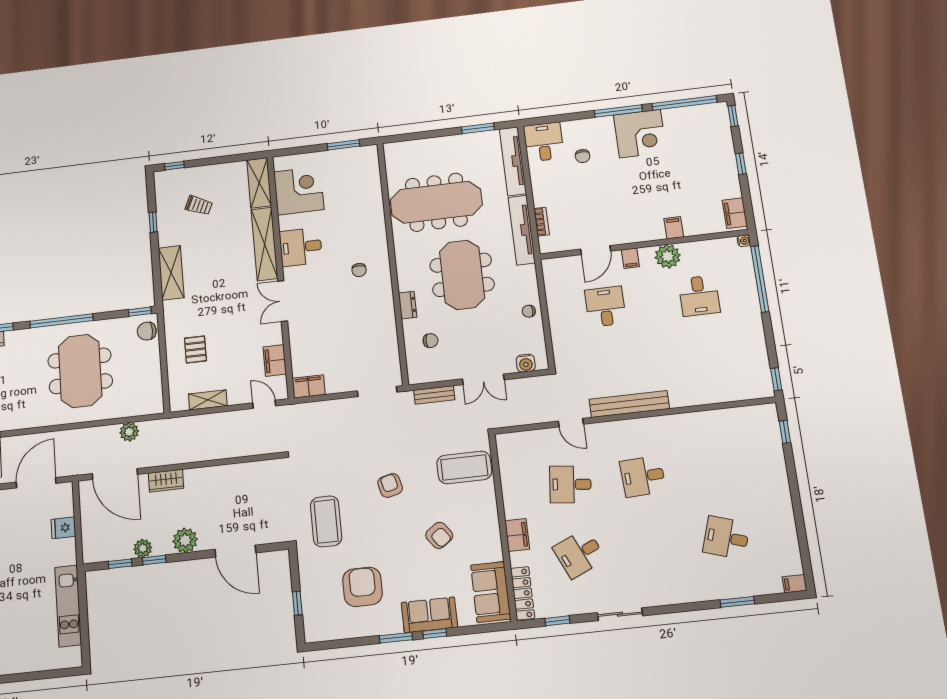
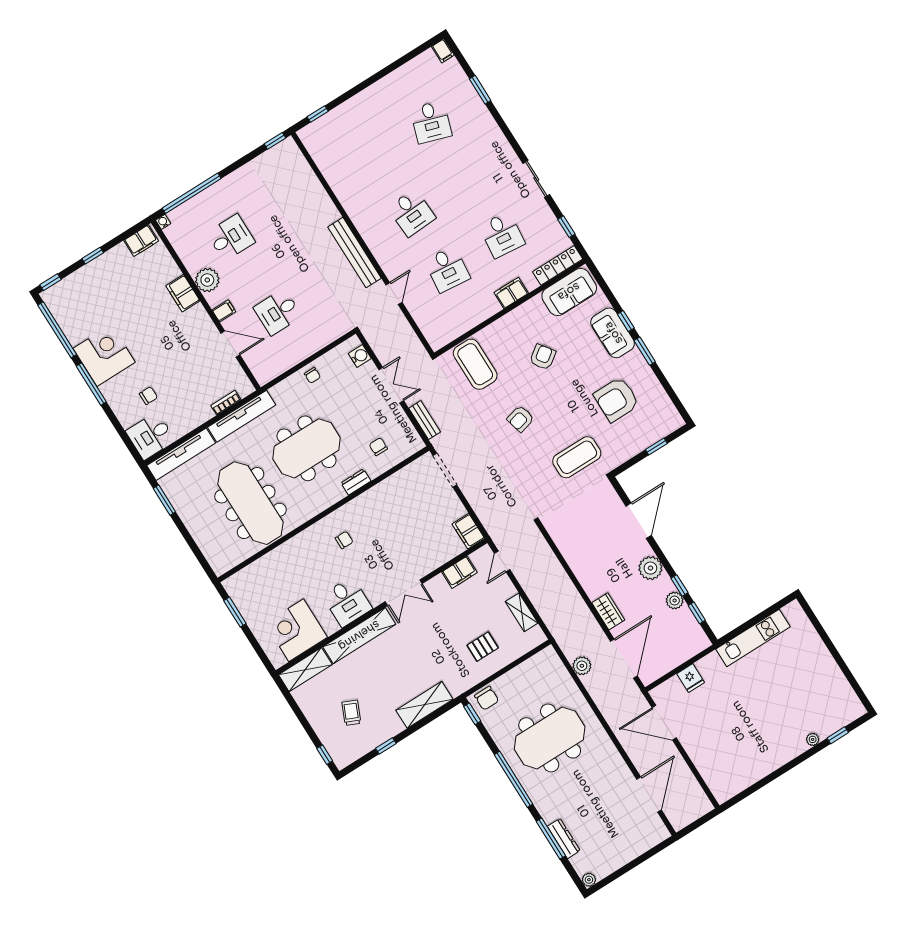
filing cabinet: (674, 228) -> (183, 293), width x2.00
desk: (579, 553) -> (502, 235), turned 30

